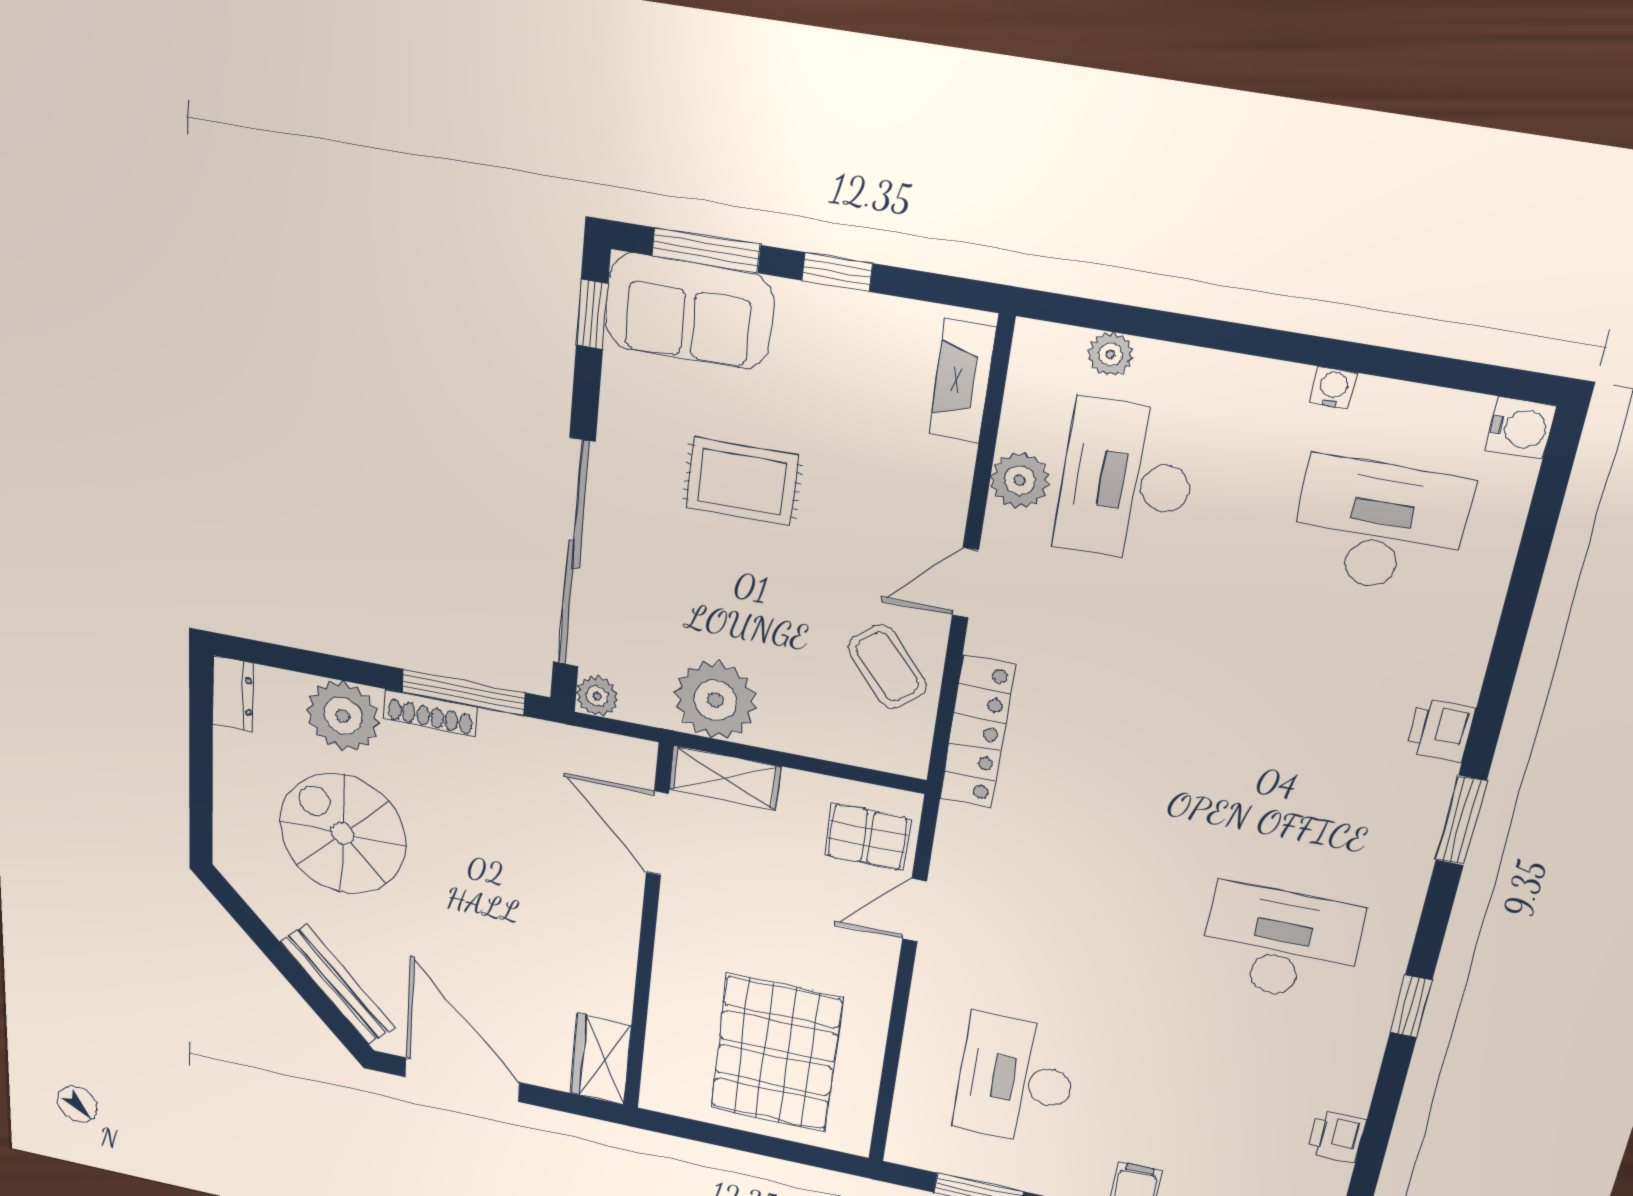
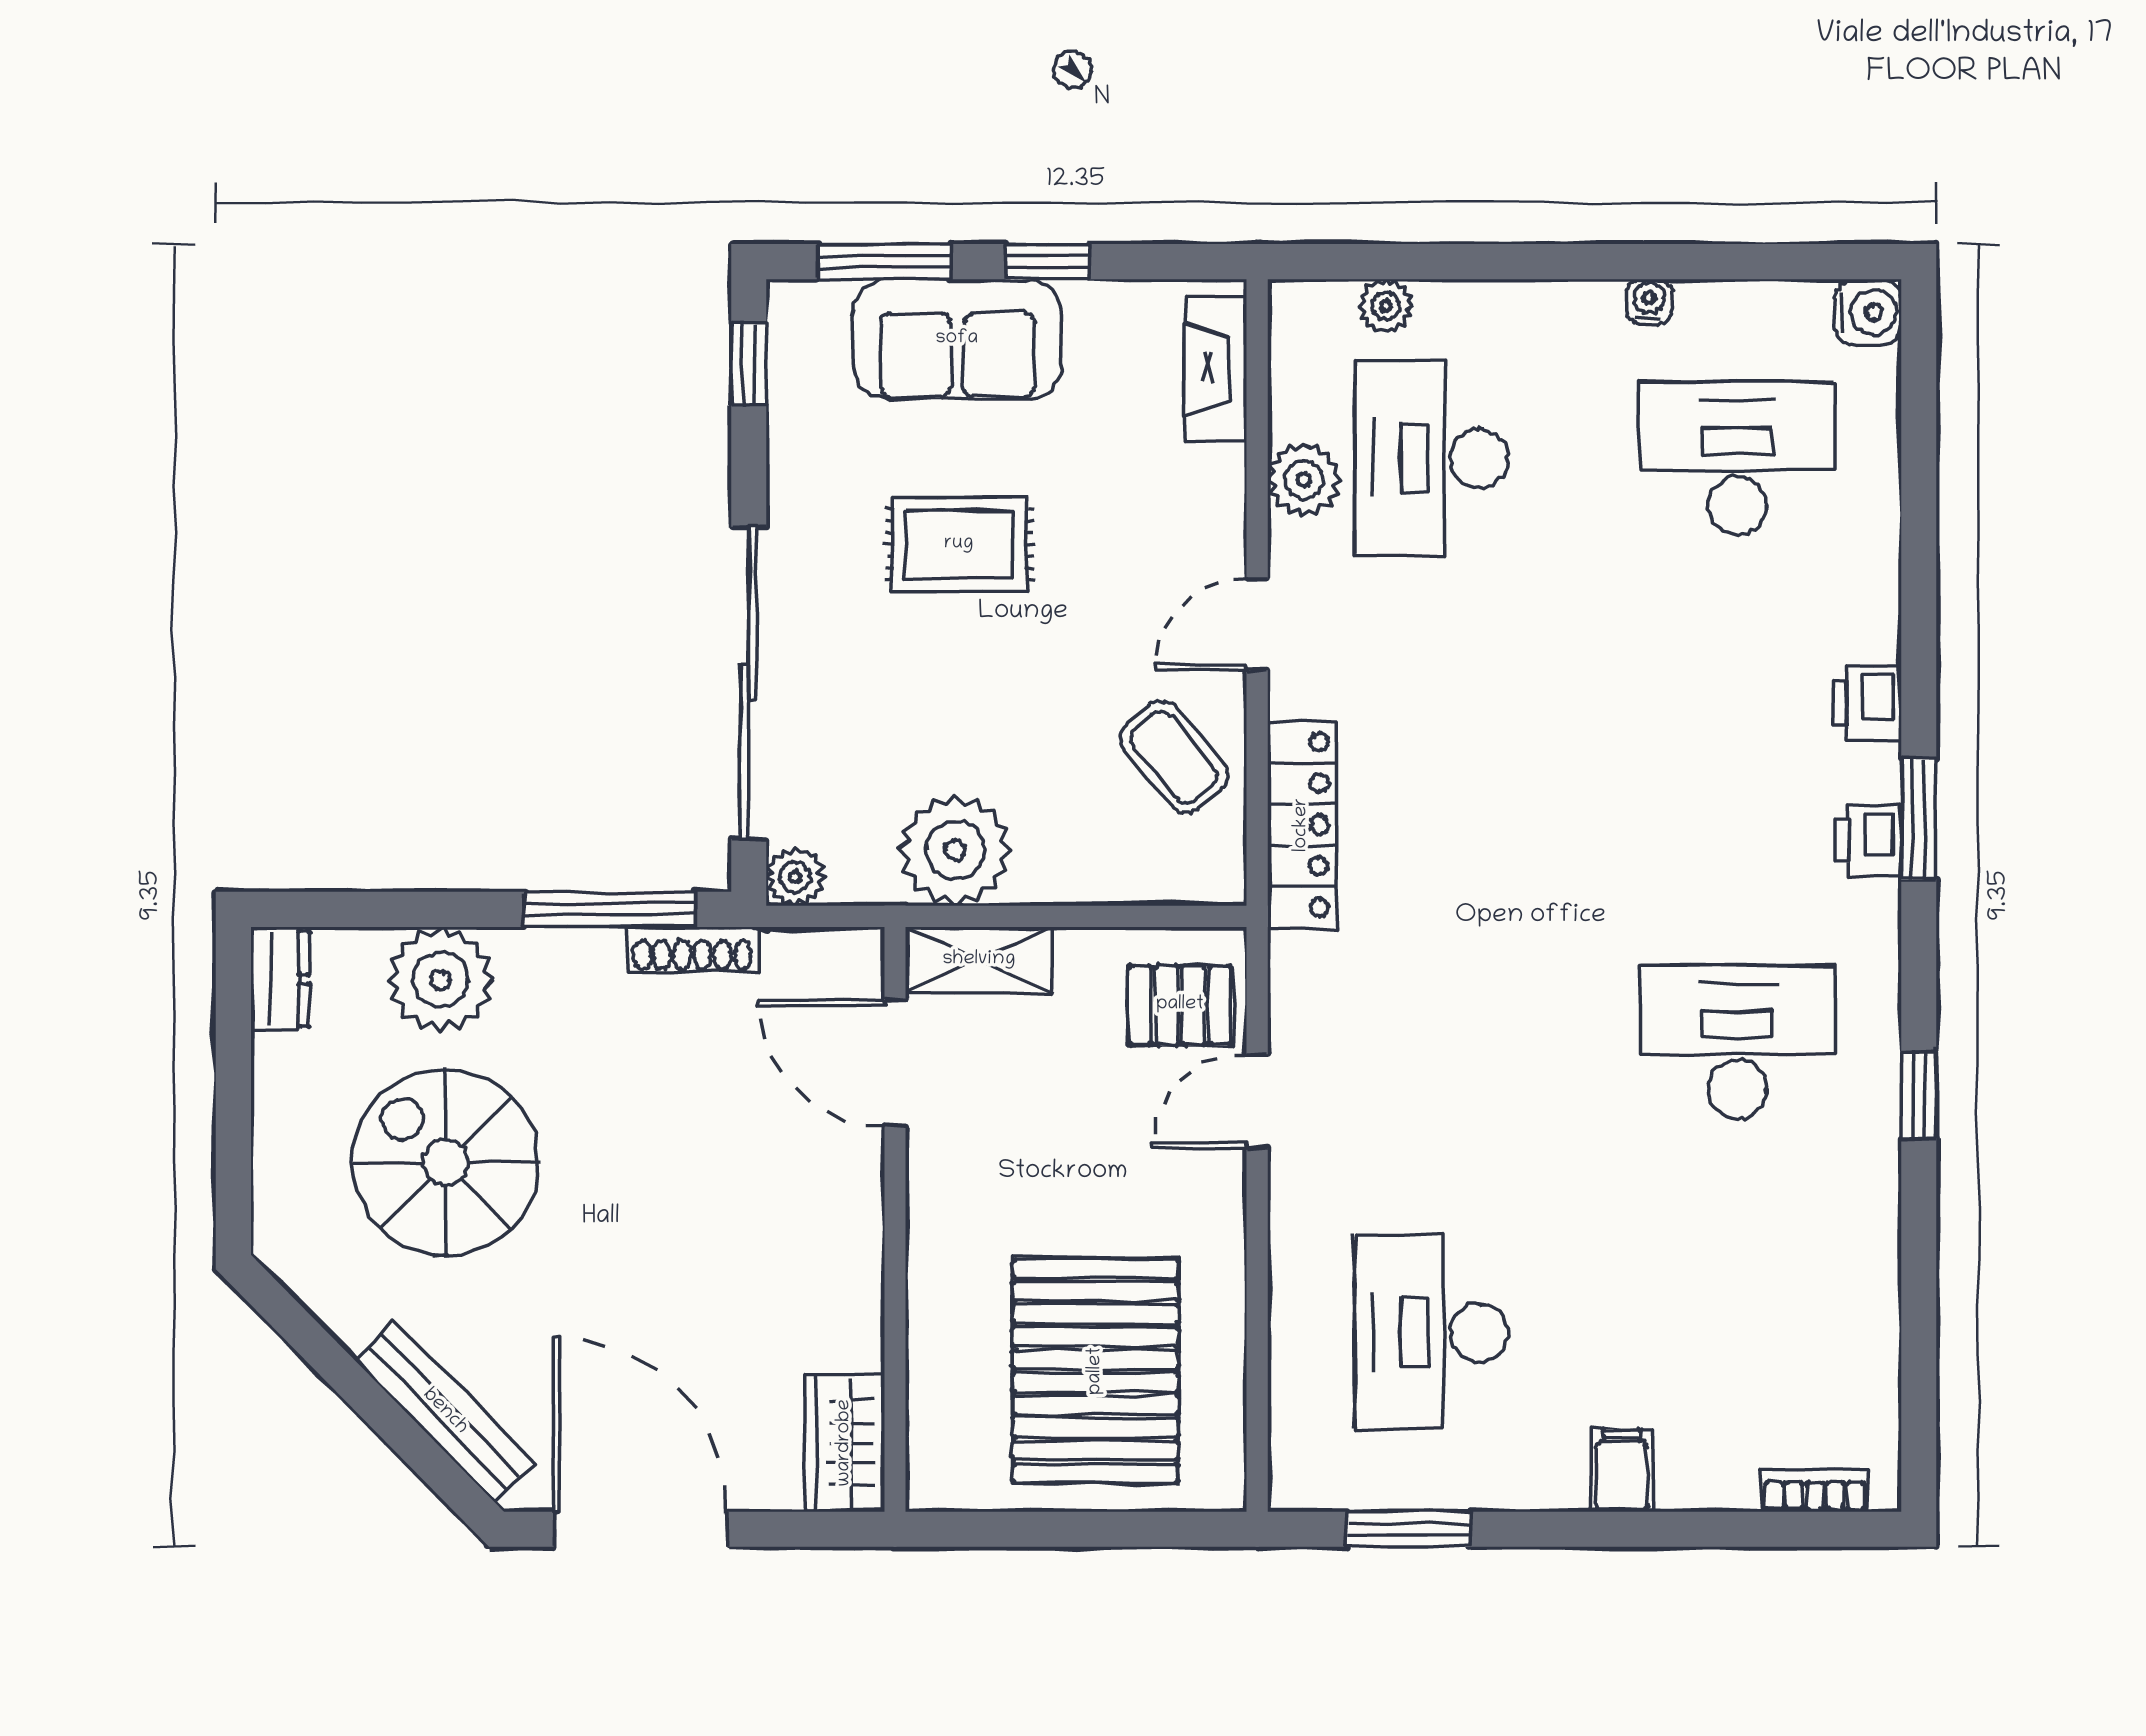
sofa: (689, 311) -> (957, 339), moved
shoe rack: (430, 713) -> (692, 949), moved
printer: (1337, 1136) -> (1869, 841), moved

